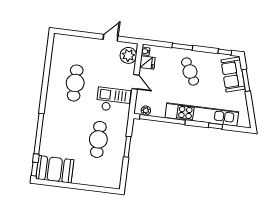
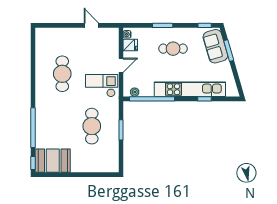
door: (111, 38) -> (91, 25), hinge flipped
plant: (128, 55) -> (111, 40), removed
cafe table: (190, 72) -> (173, 49), turned -62
door: (135, 82) -> (121, 65), hinge flipped

